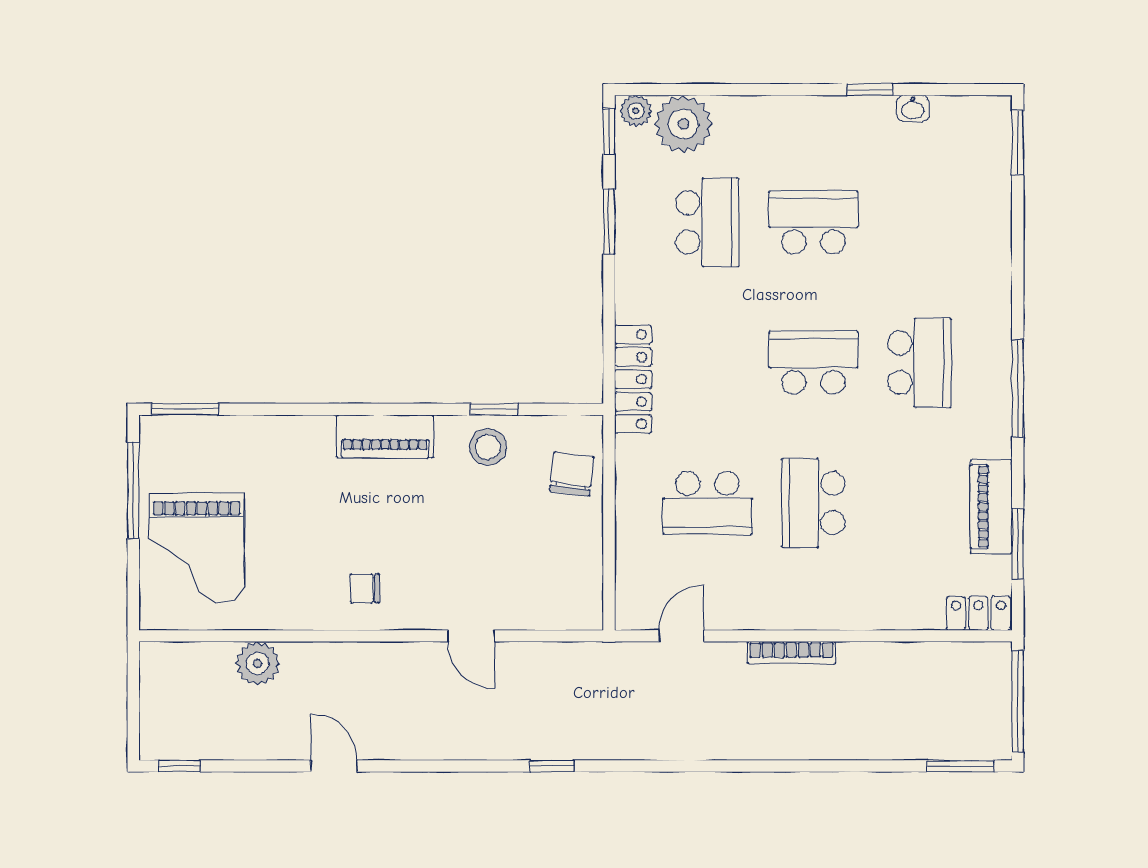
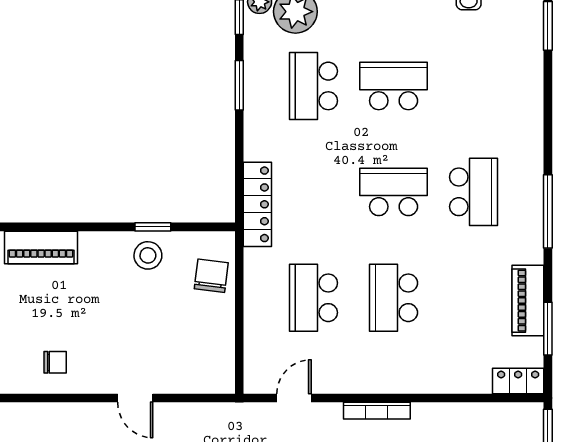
school desk: (707, 222) -> (314, 86), turned 180
piano: (385, 436) -> (41, 247), moved
school desk: (707, 503) -> (314, 298), turned 90
chair: (365, 588) -> (55, 362), turned 180

